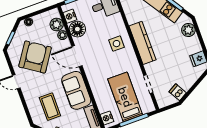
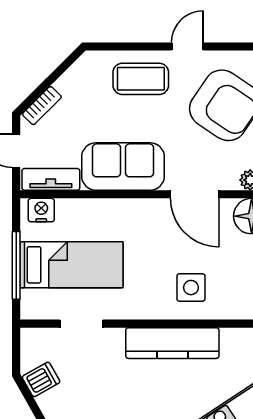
door: (77, 56) -> (195, 194), swing flipped
coffee table: (50, 107) -> (141, 79), moved

